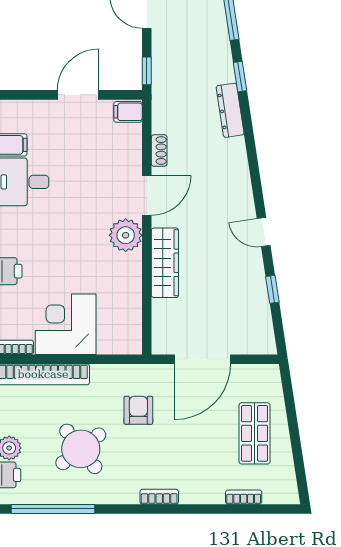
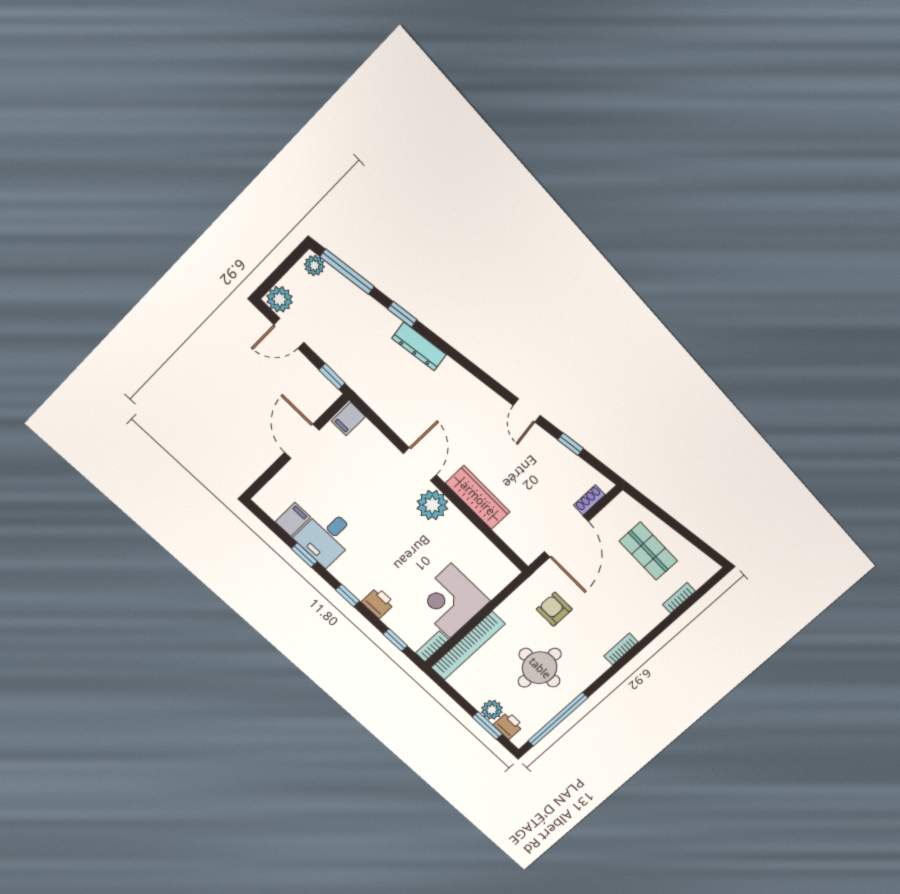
shoe rack: (159, 150) -> (589, 500), moved, turned -90
door: (264, 232) -> (527, 410), hinge flipped
round table: (81, 449) -> (540, 668), turned 38

